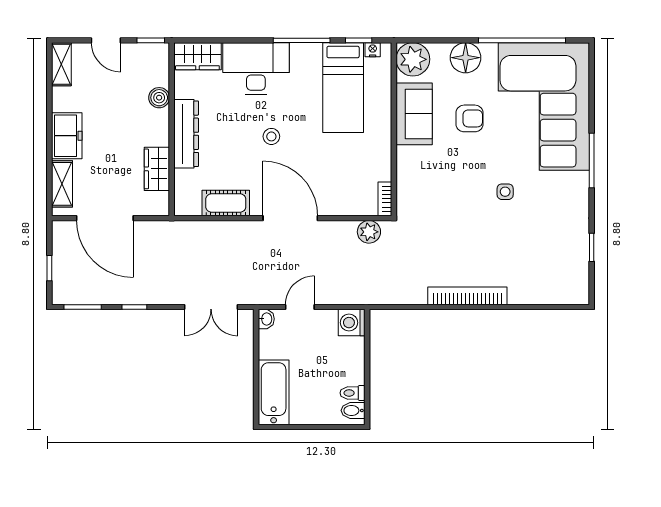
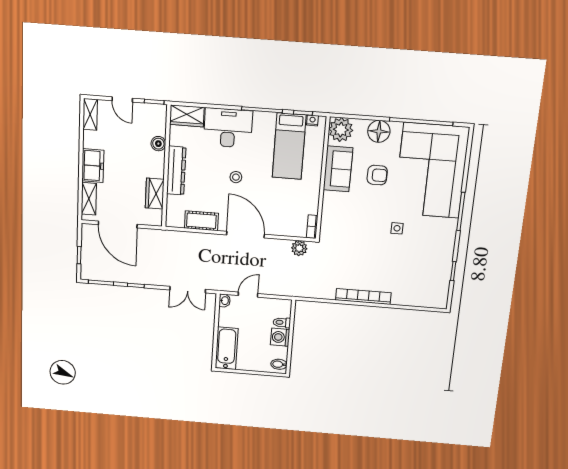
washing machine: (352, 323) -> (280, 337), moved
toilet: (353, 393) -> (282, 322), moved

